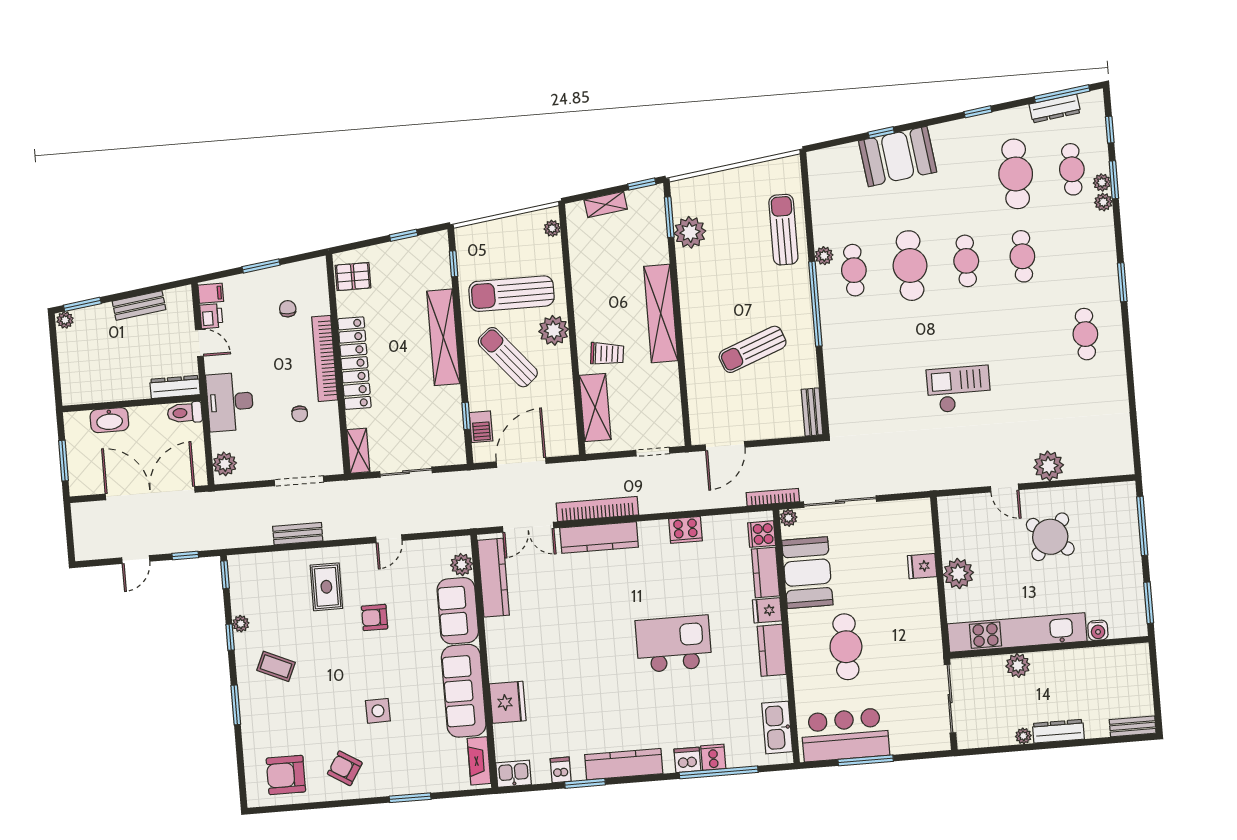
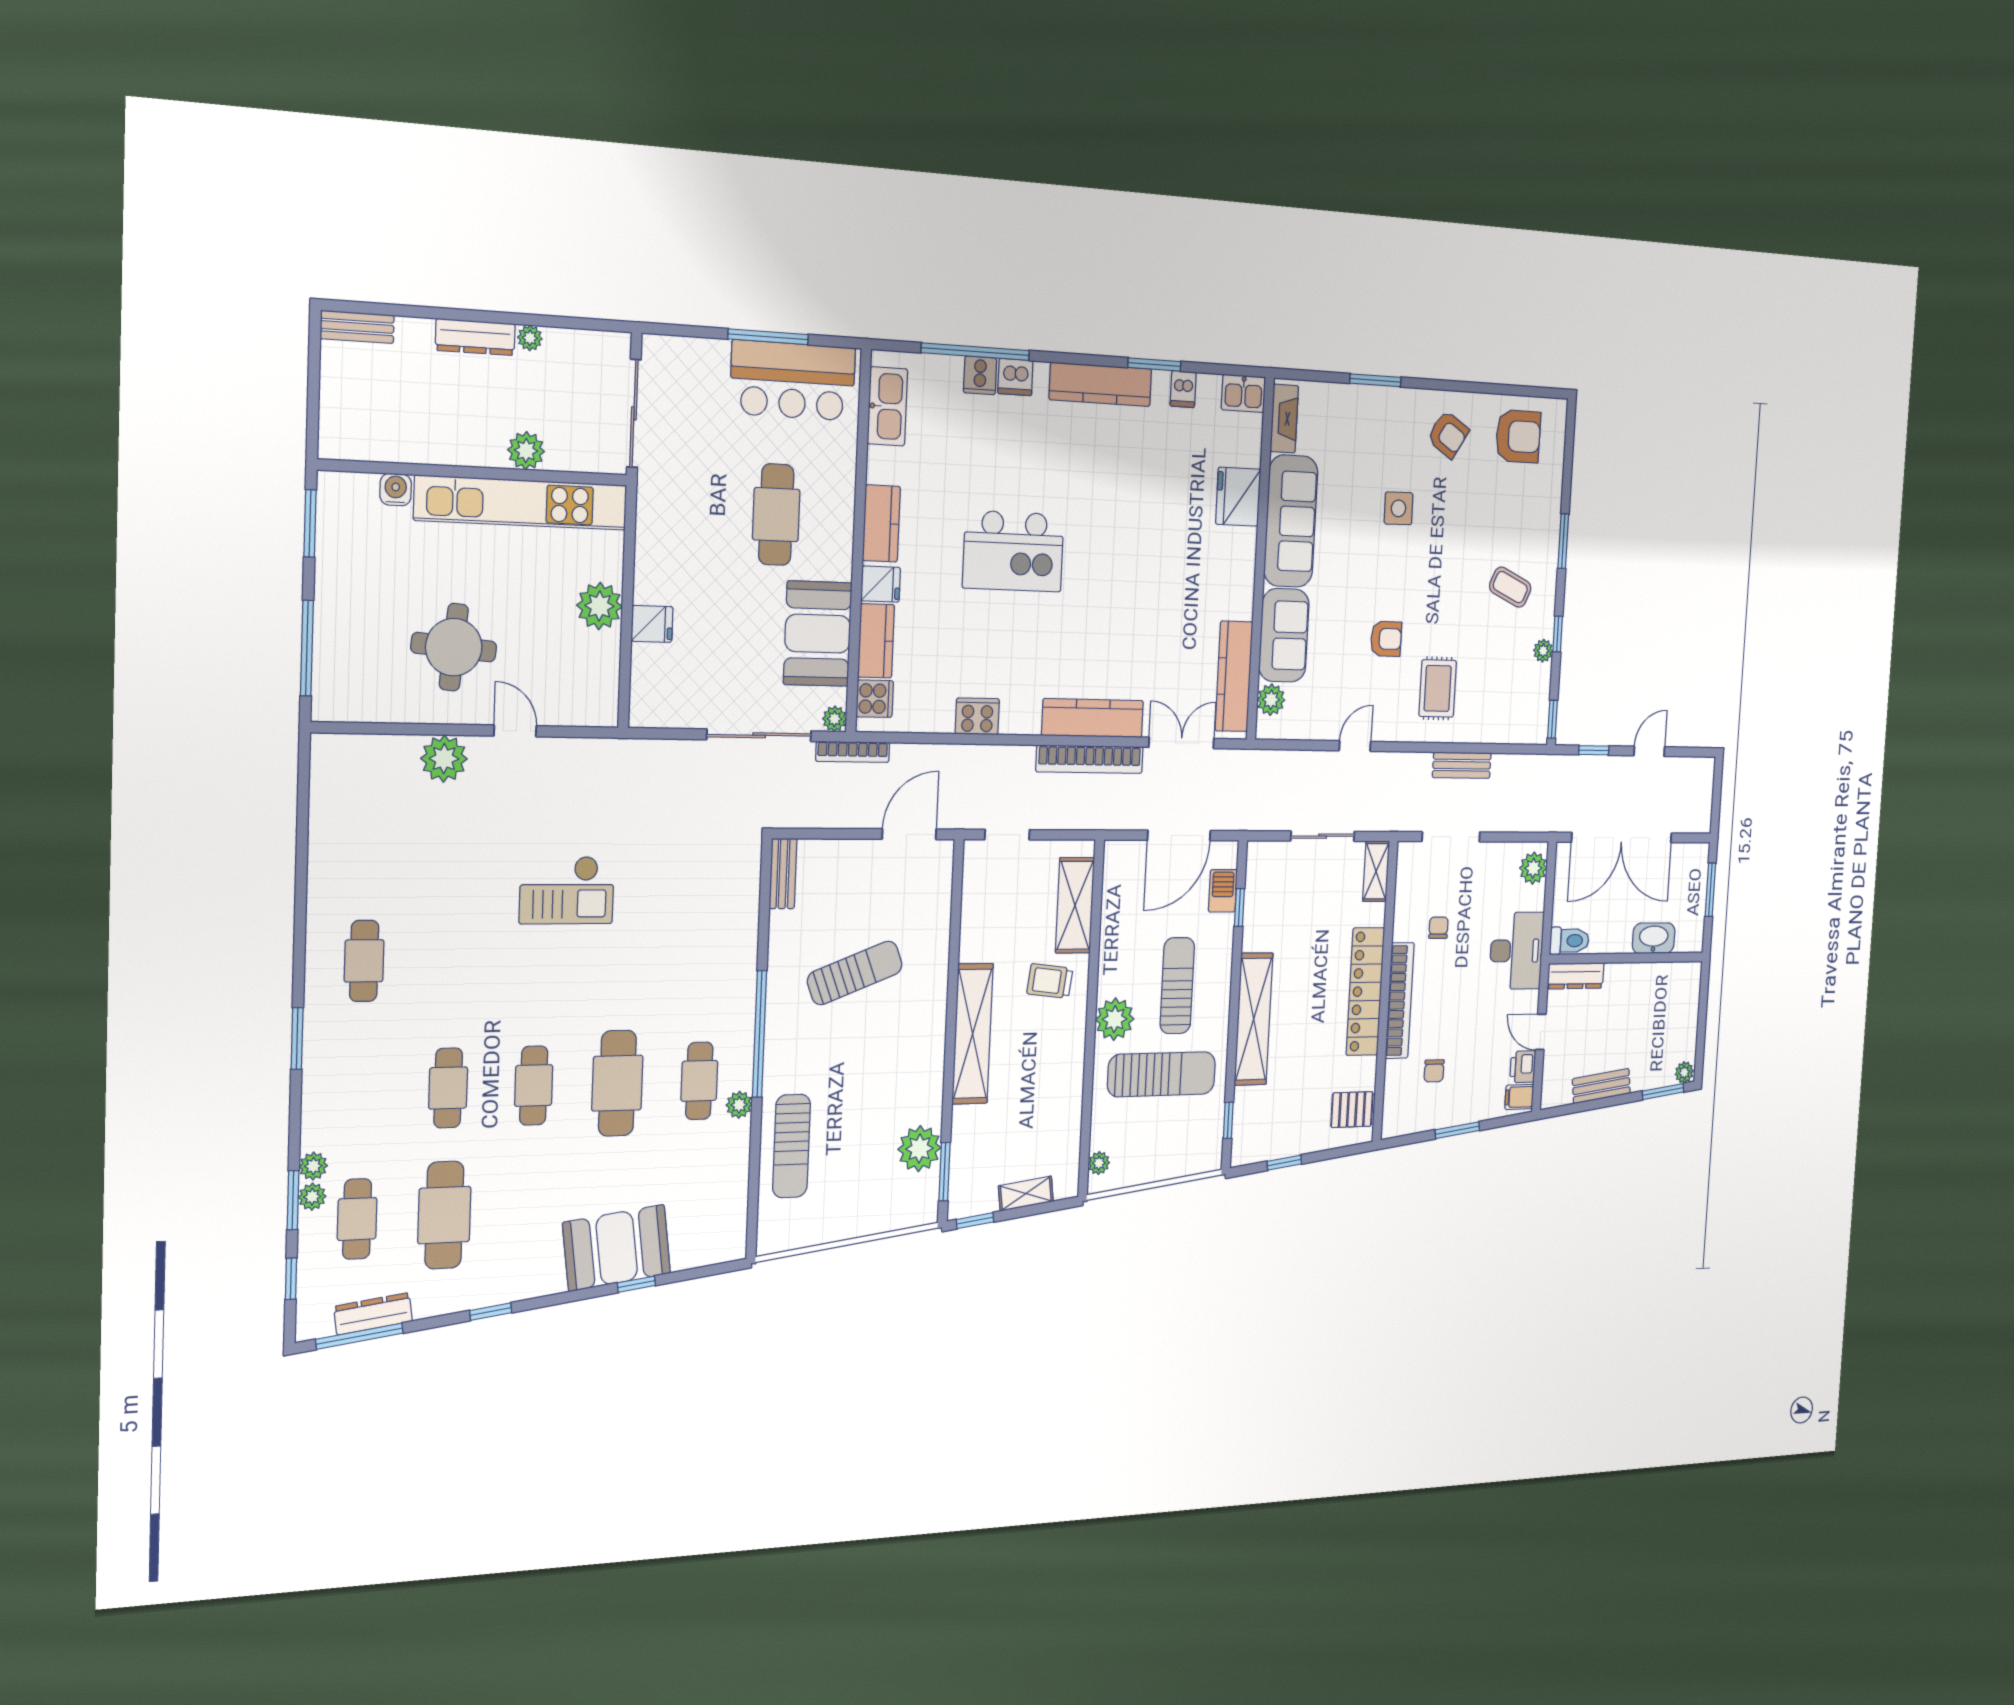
sun lounger: (508, 357) -> (1177, 986), turned -140
round table: (1050, 537) -> (454, 647), turned -34

